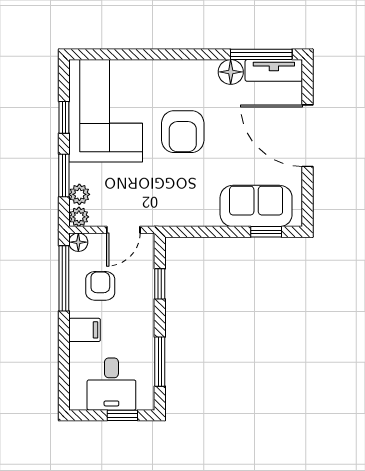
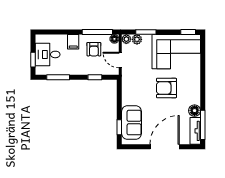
window: (64, 117) -> (188, 32), moved
armchair: (100, 286) -> (94, 49), turned 90

